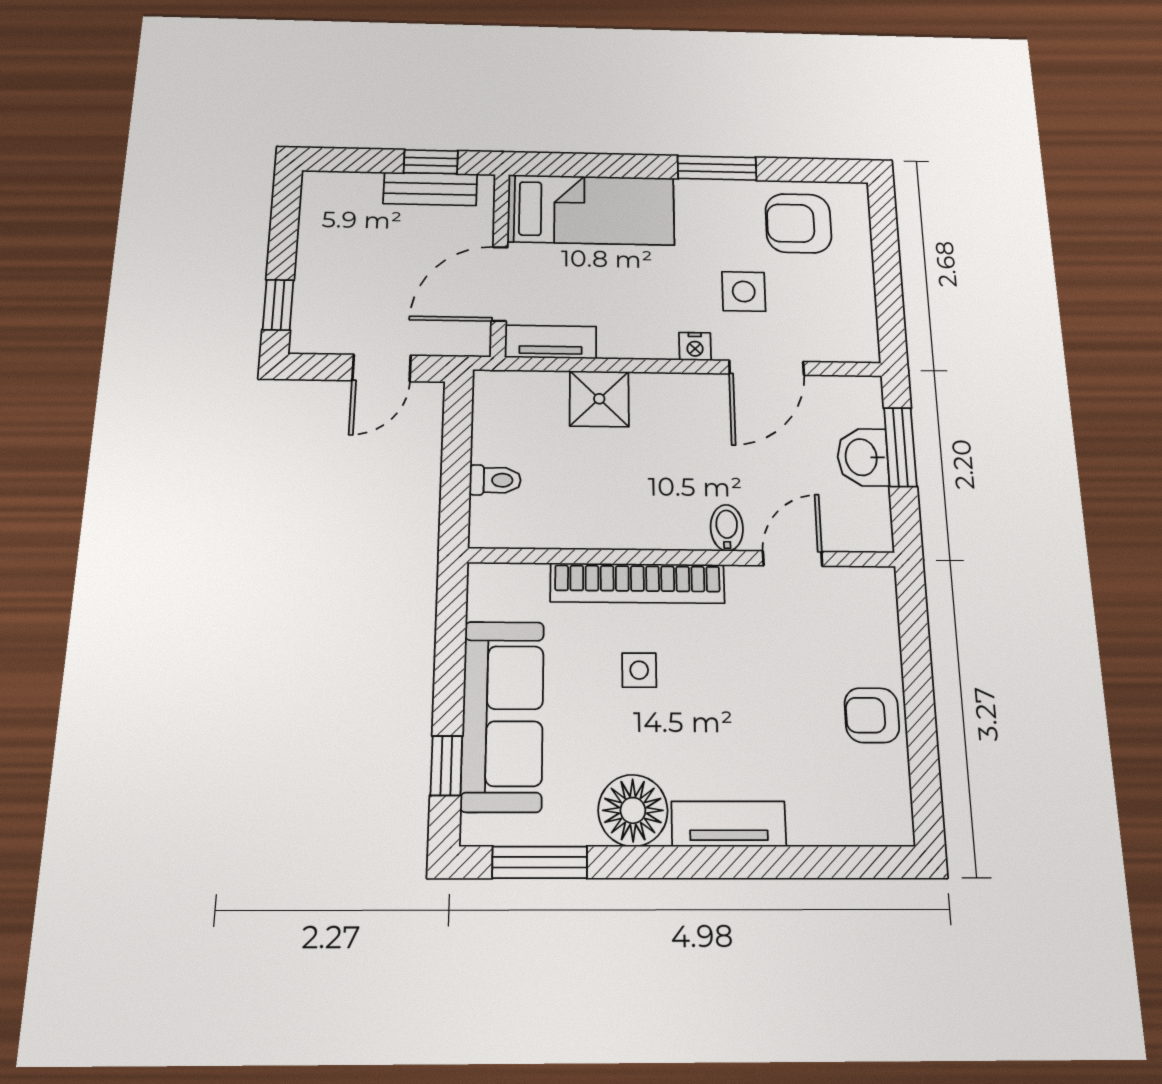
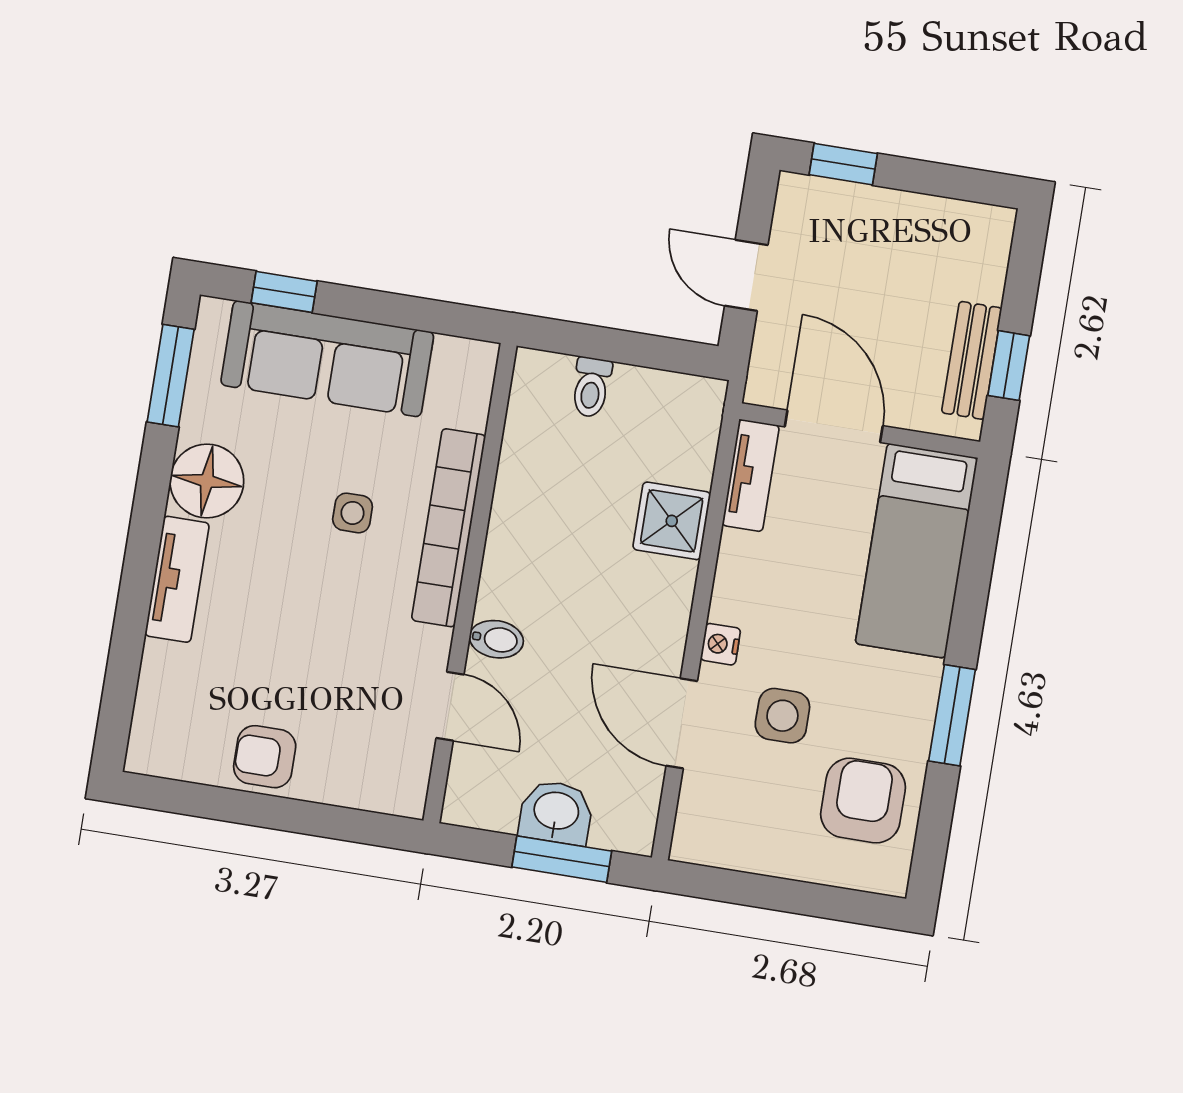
armchair: (872, 715) -> (265, 757), turned -90

